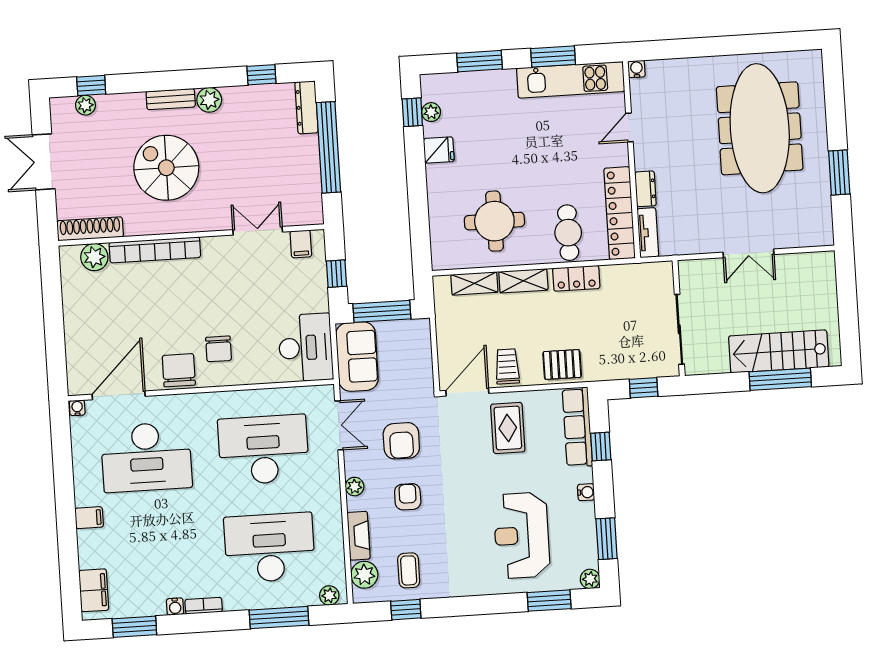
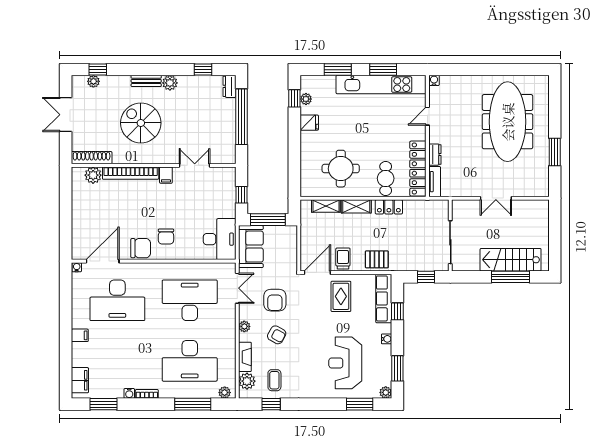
kitchen unit: (571, 80) -> (381, 85), width x1.36
dresser: (307, 107) -> (229, 86), width x0.70
filing cabinet: (301, 244) -> (166, 175), moved
chair: (179, 370) -> (141, 248), turned 90
armchair: (408, 497) -> (277, 335), turned 119
desk: (270, 548) -> (190, 361), turned 180

